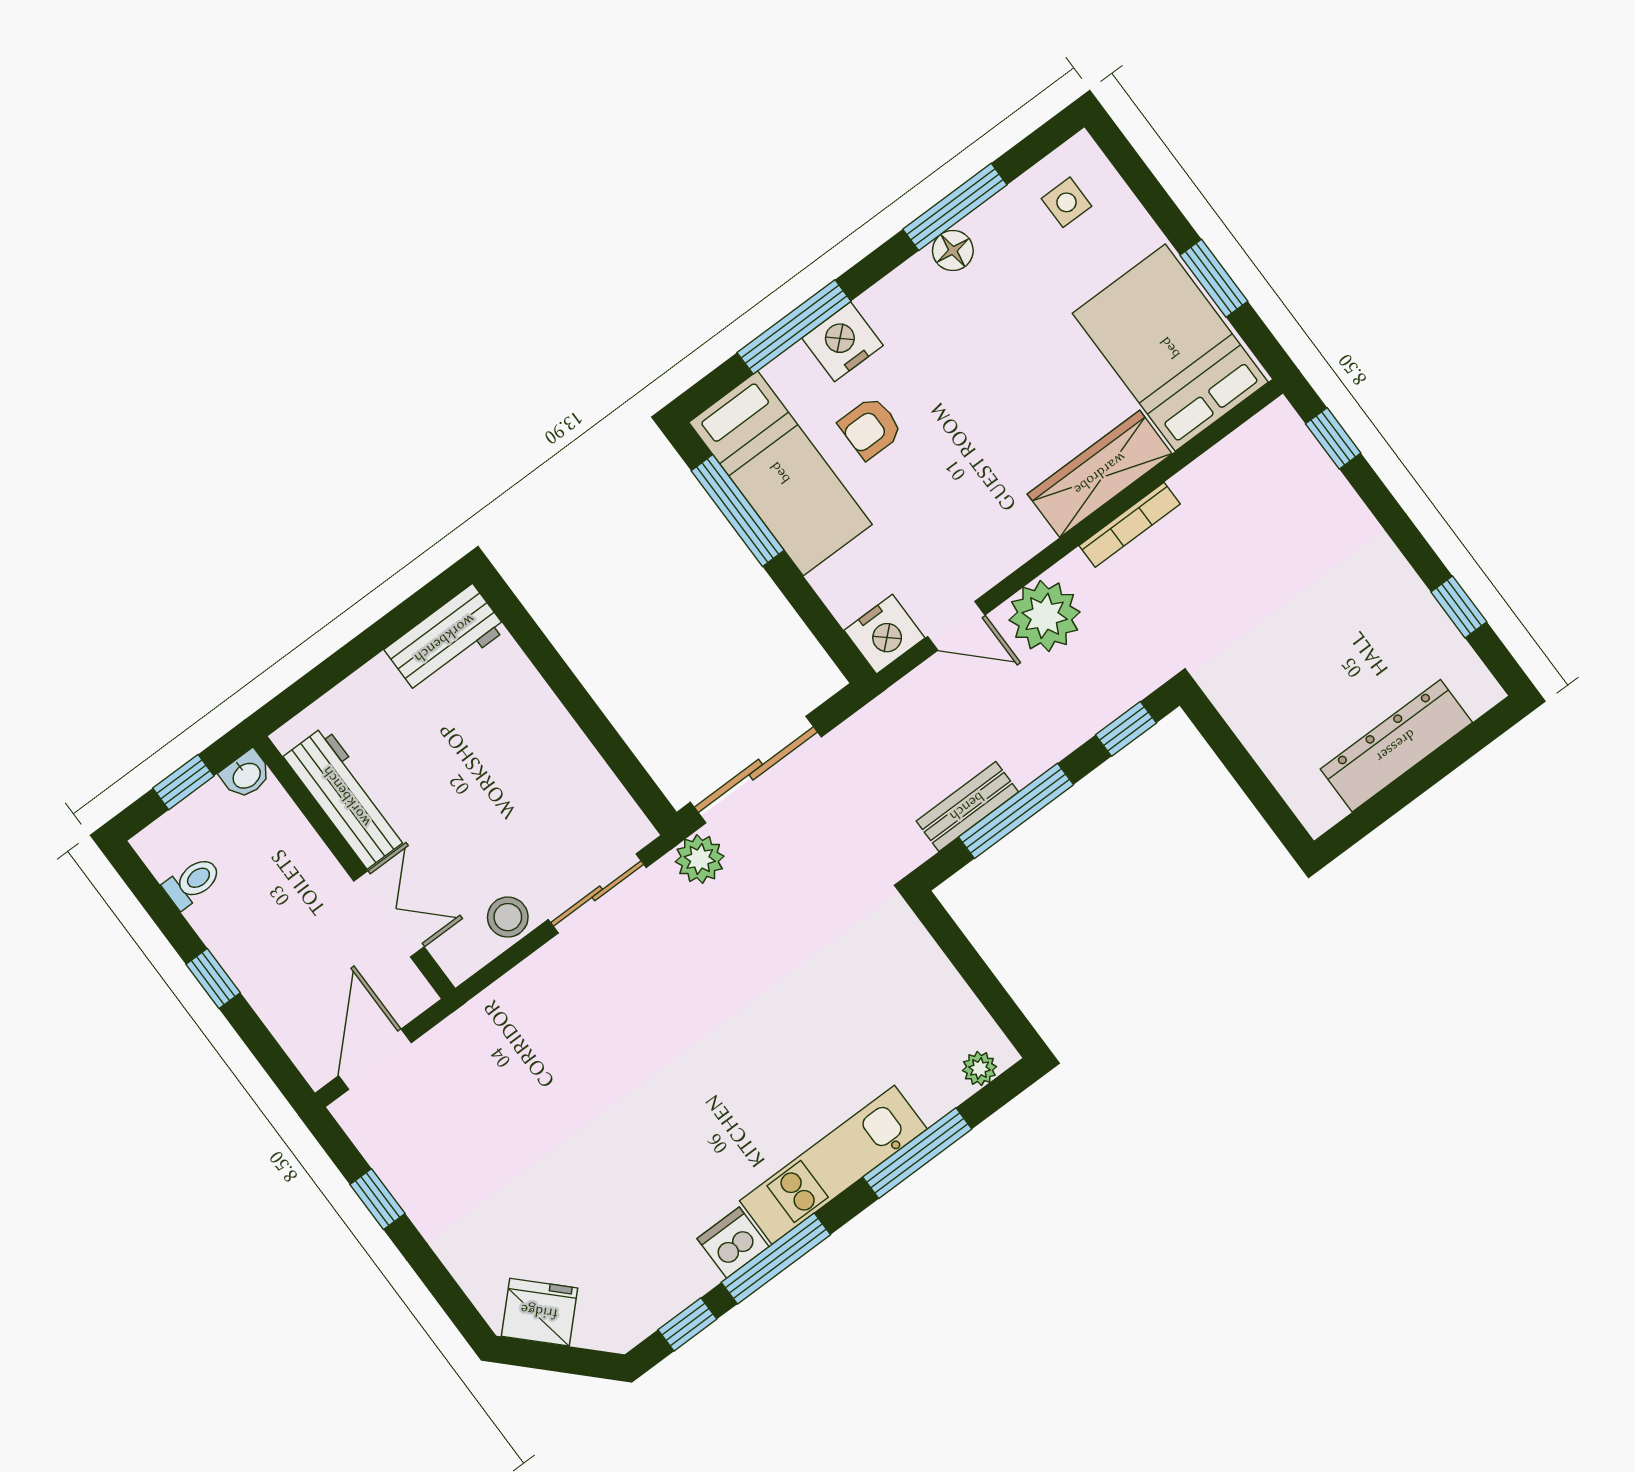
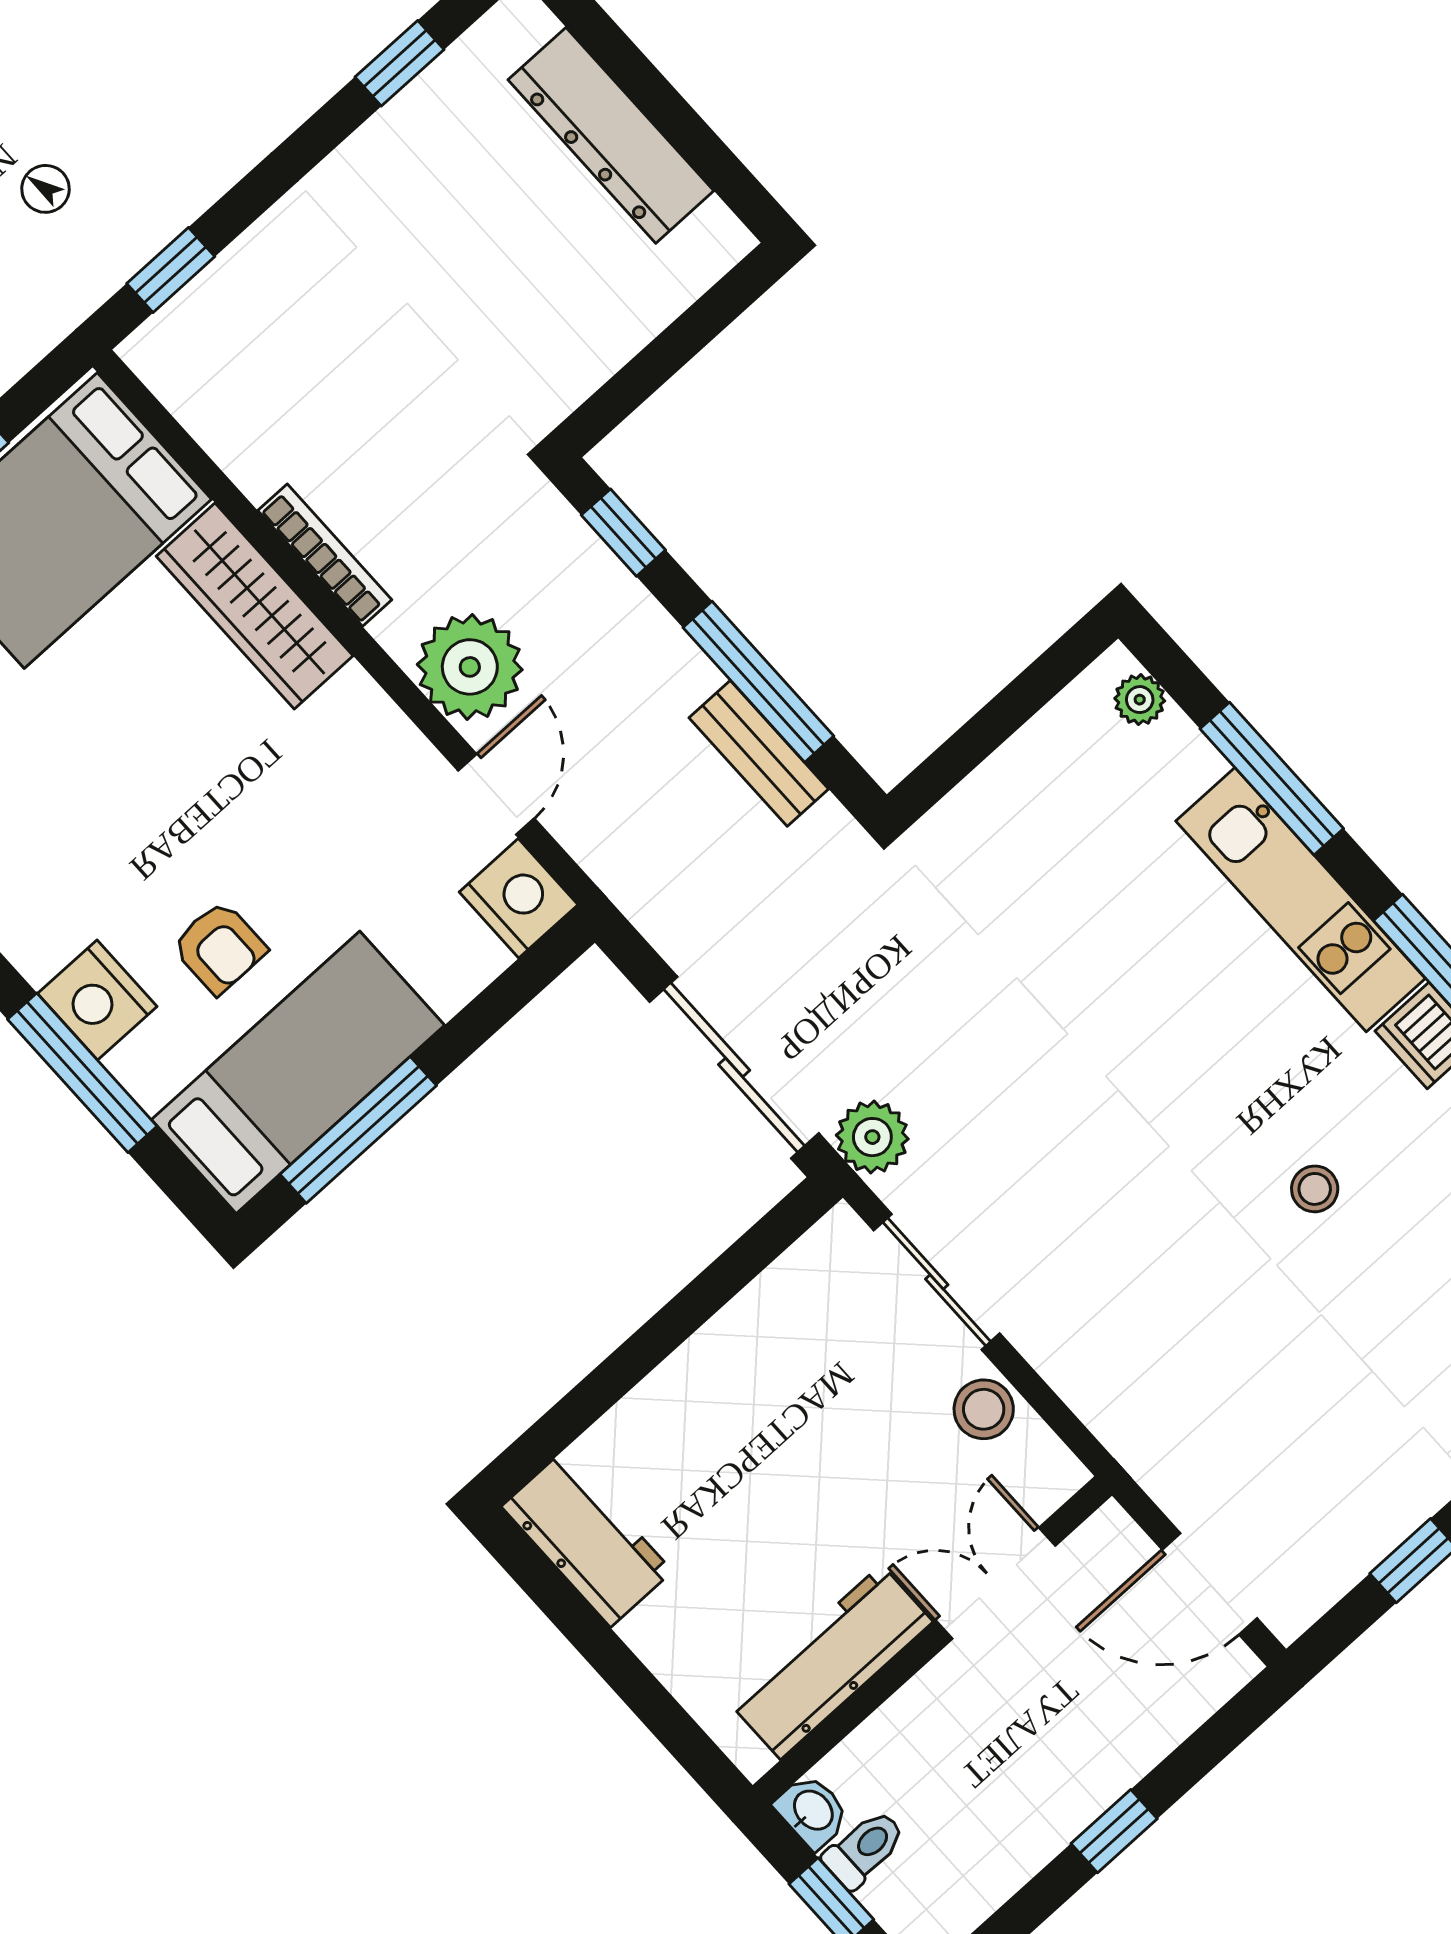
toilet: (192, 882) -> (864, 1849), moved, turned 90
stool: (636, 1156) -> (1315, 1189), added

